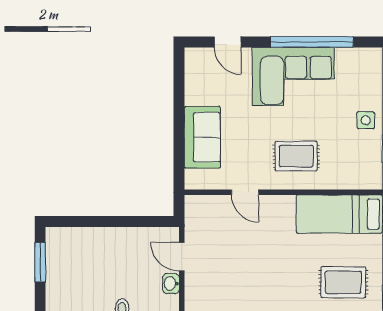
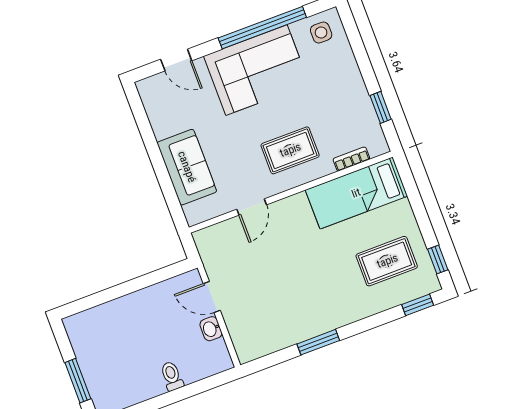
side table: (366, 120) -> (321, 32), moved
bookcase: (346, 183) -> (351, 159), added
door: (245, 192) -> (252, 207), hinge flipped
window: (40, 262) -> (78, 381), moved

